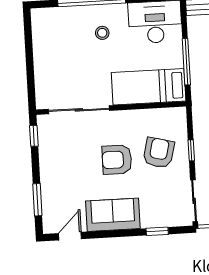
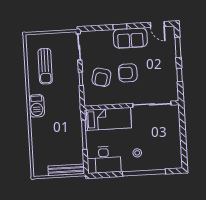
window: (34, 136) -> (180, 75), moved
armchair: (117, 160) -> (128, 73), turned 180
window: (157, 231) -> (120, 27), moved
door: (70, 236) -> (157, 25), hinge flipped

